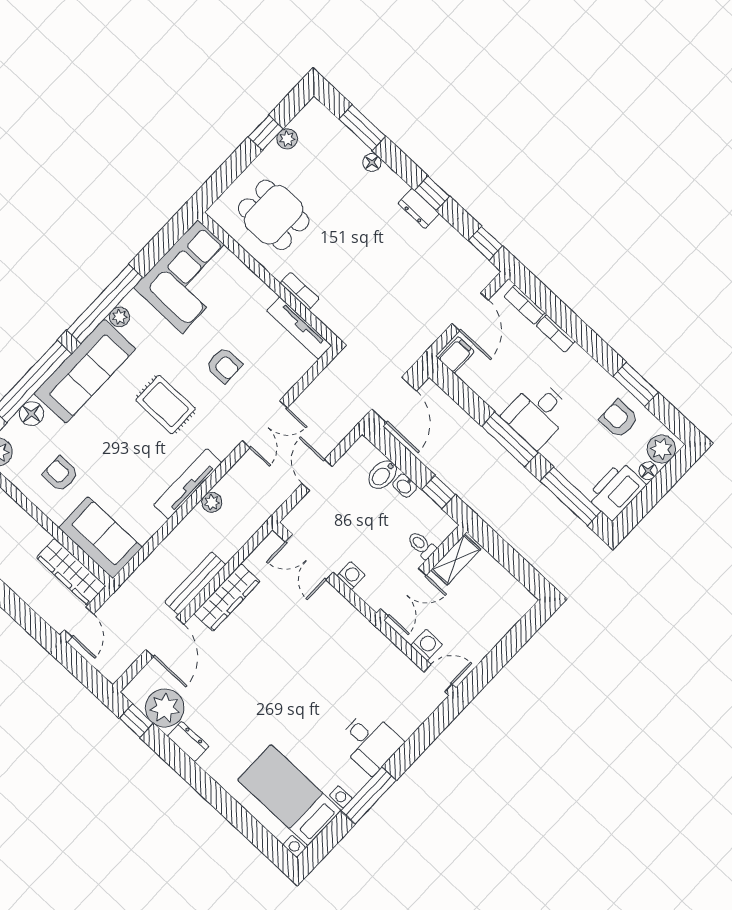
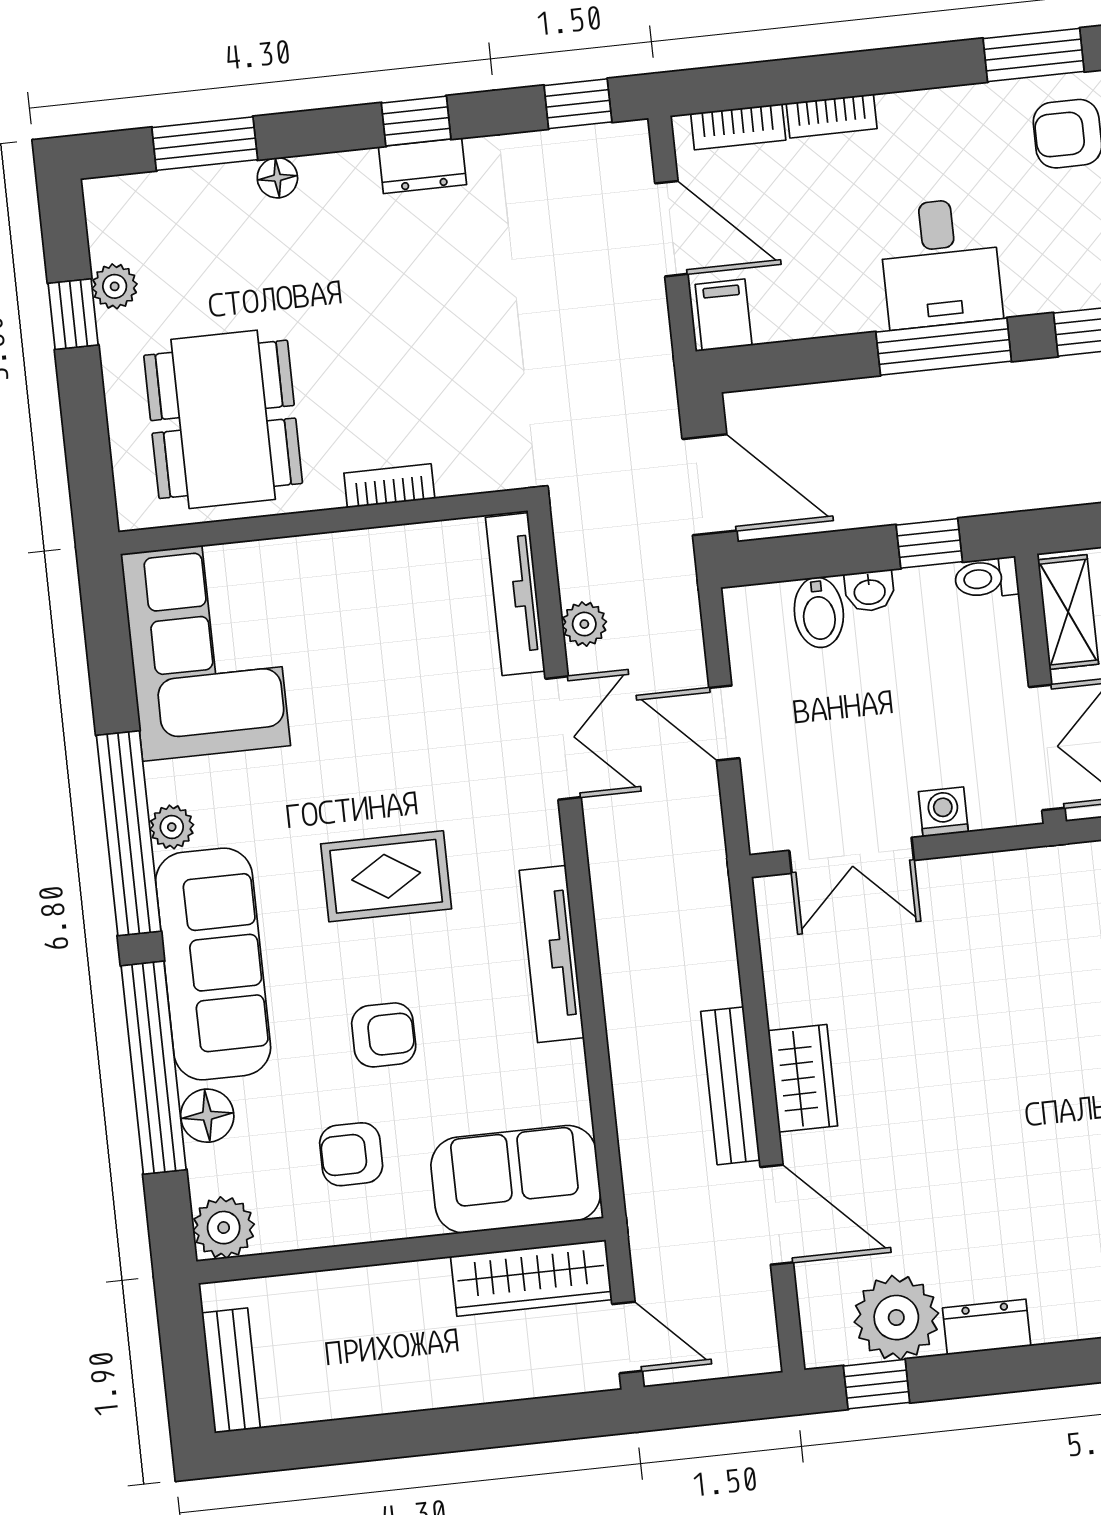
dining table: (274, 215) -> (223, 419), width x1.37
tv unit: (299, 328) -> (515, 594), moved, turned 90
armchair: (224, 365) -> (384, 1035), moved
plant: (212, 502) -> (584, 624), moved
toilet: (421, 545) -> (986, 578), moved
wardrobe: (227, 597) -> (803, 1078), width x0.67

